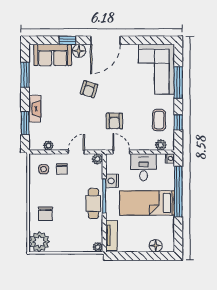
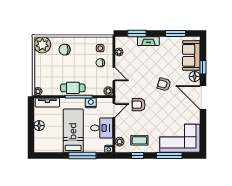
window: (178, 191) -> (82, 156), width x0.68
floor lamp: (156, 246) -> (39, 126), moved

